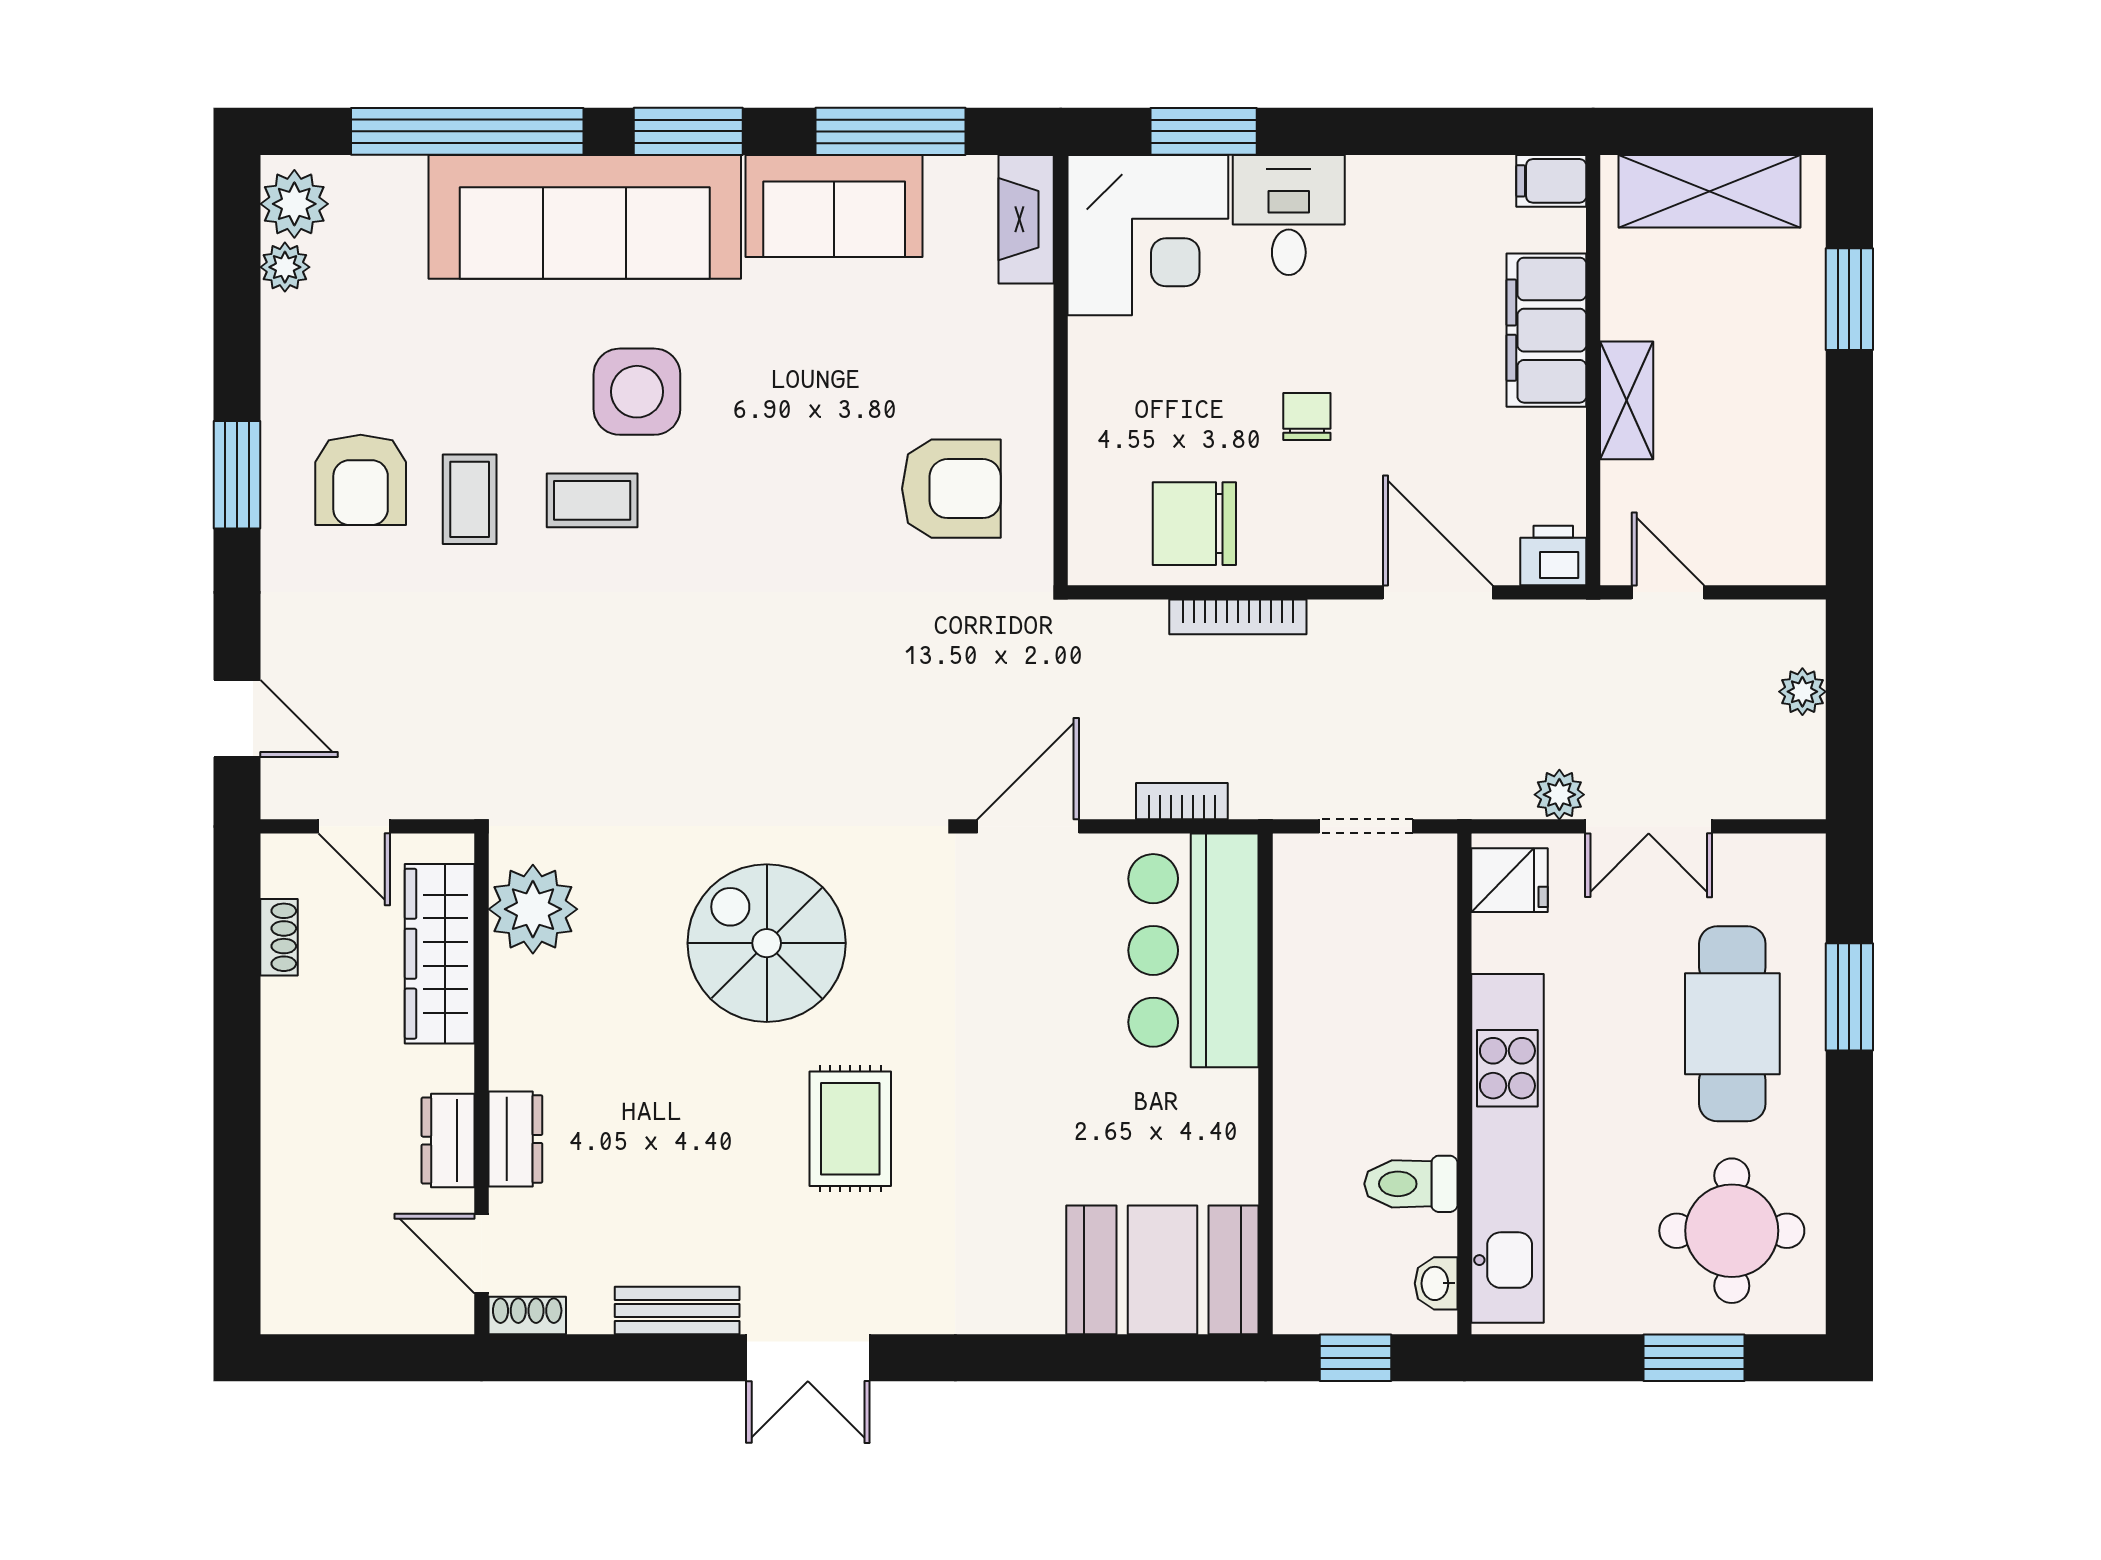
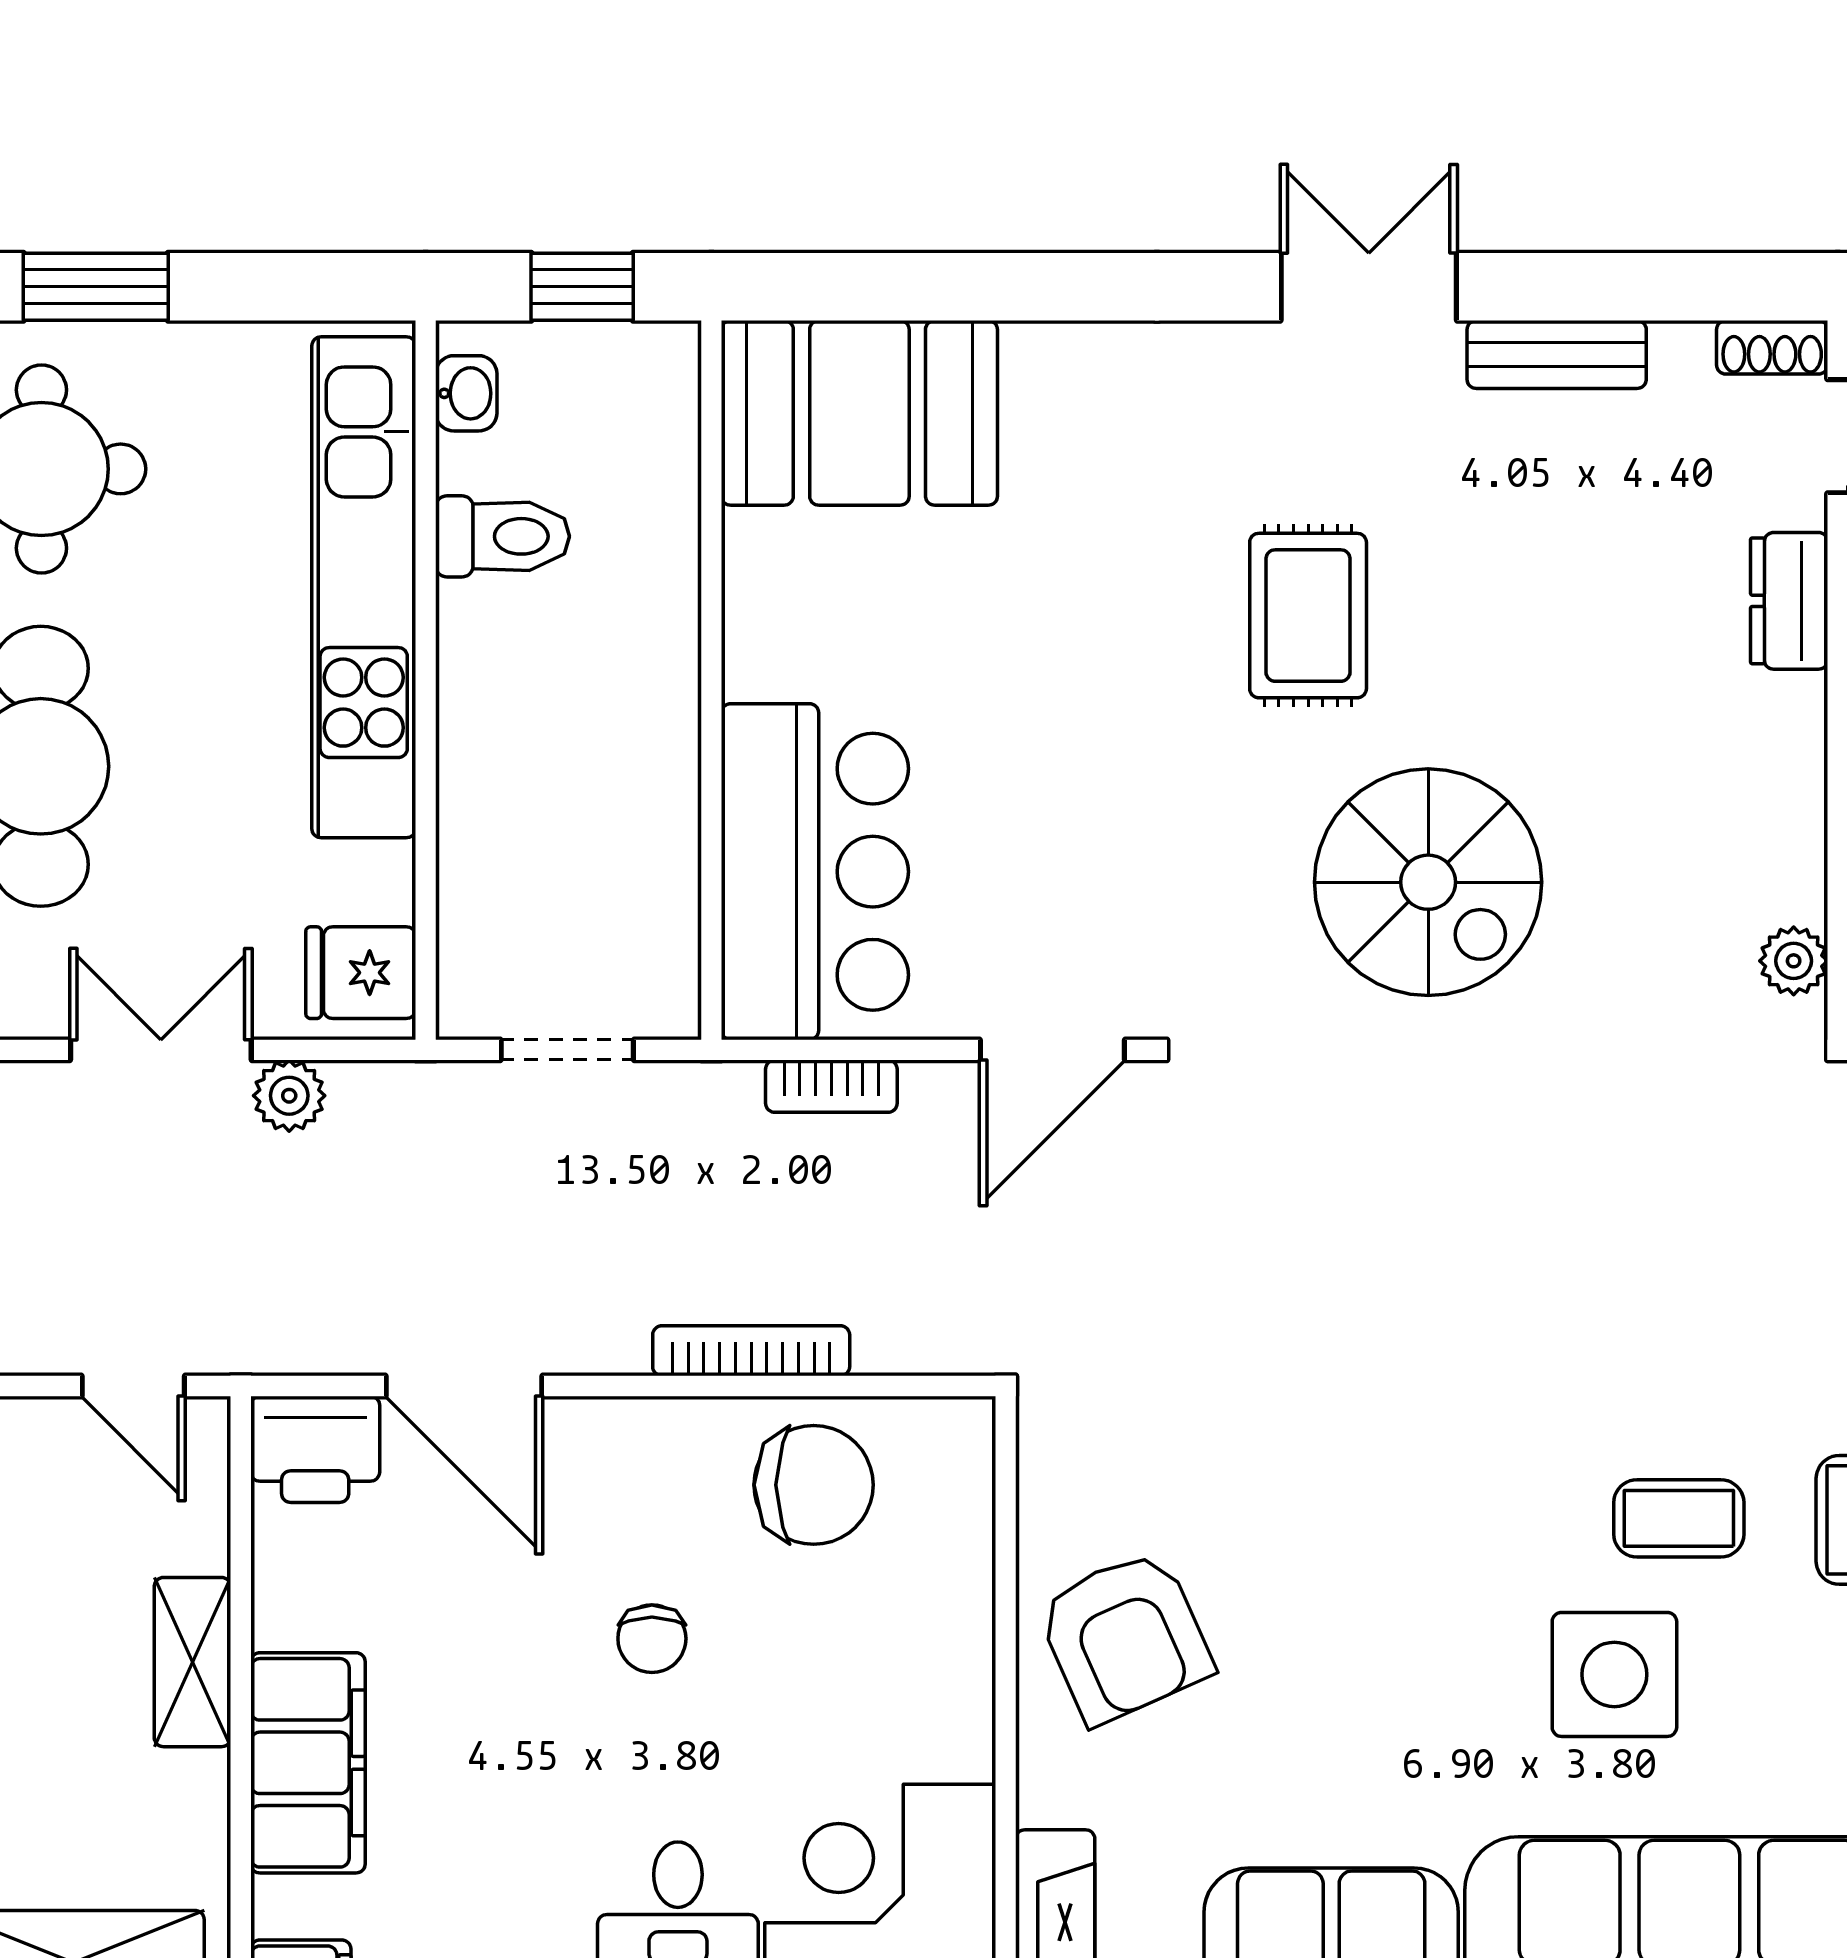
armchair: (951, 489) -> (1125, 1637), moved, turned -114
printer: (1553, 556) -> (315, 1449), width x1.36, depth x1.24
plant: (533, 909) -> (1794, 961), width x0.53, depth x0.53

